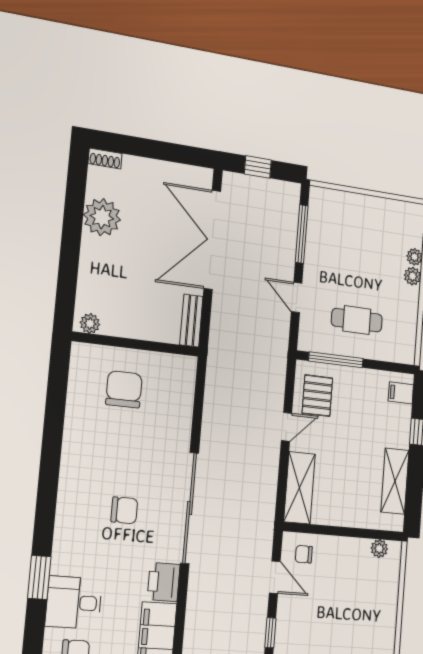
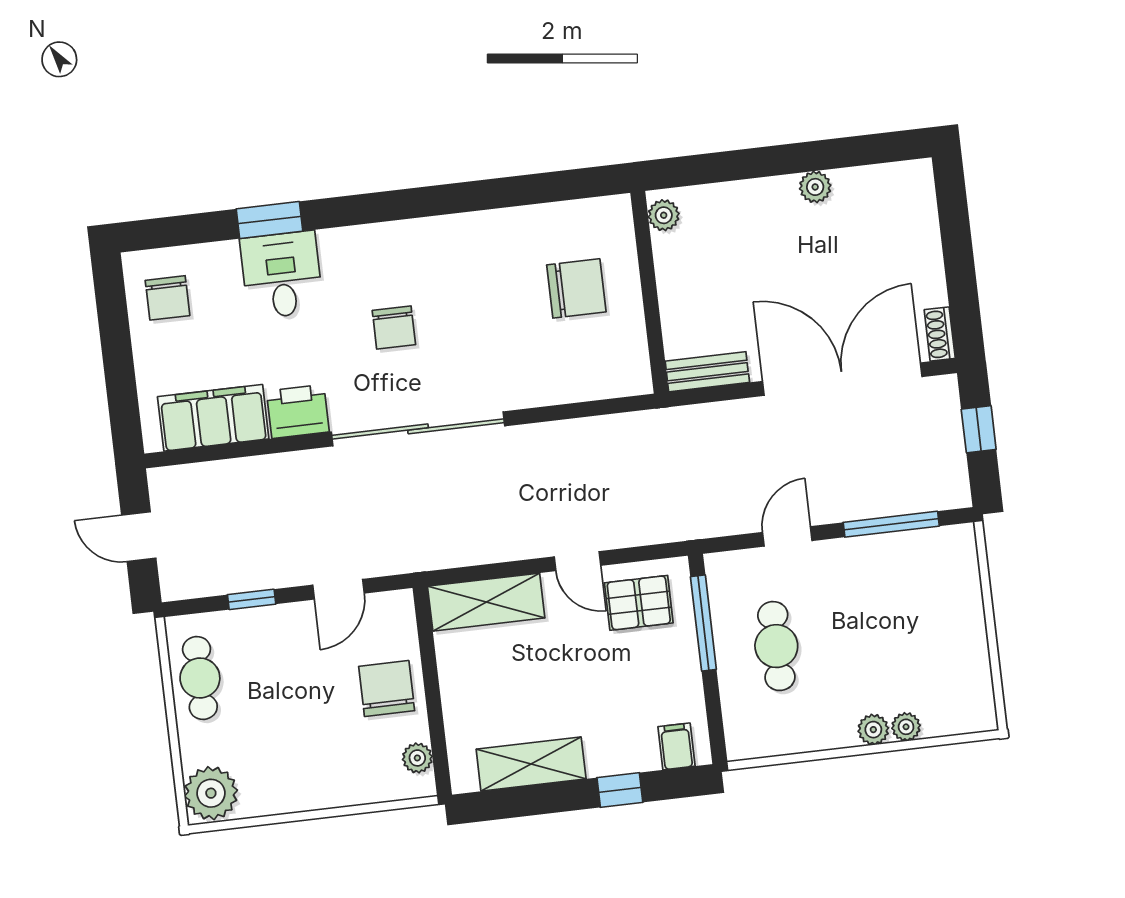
shoe rack: (105, 158) -> (940, 334), moved
plant: (102, 217) -> (815, 187), width x0.53, depth x0.53
chair: (304, 554) -> (387, 689), moved, width x1.87, depth x1.87
desk: (74, 603) -> (282, 275), moved

